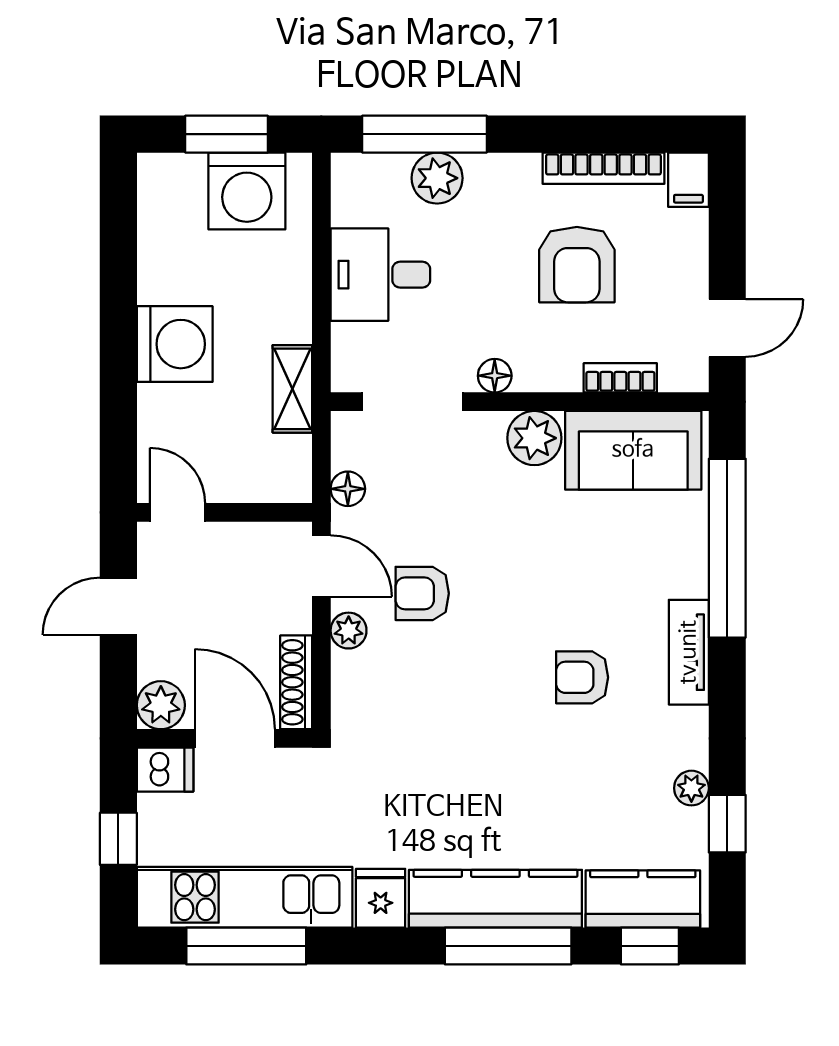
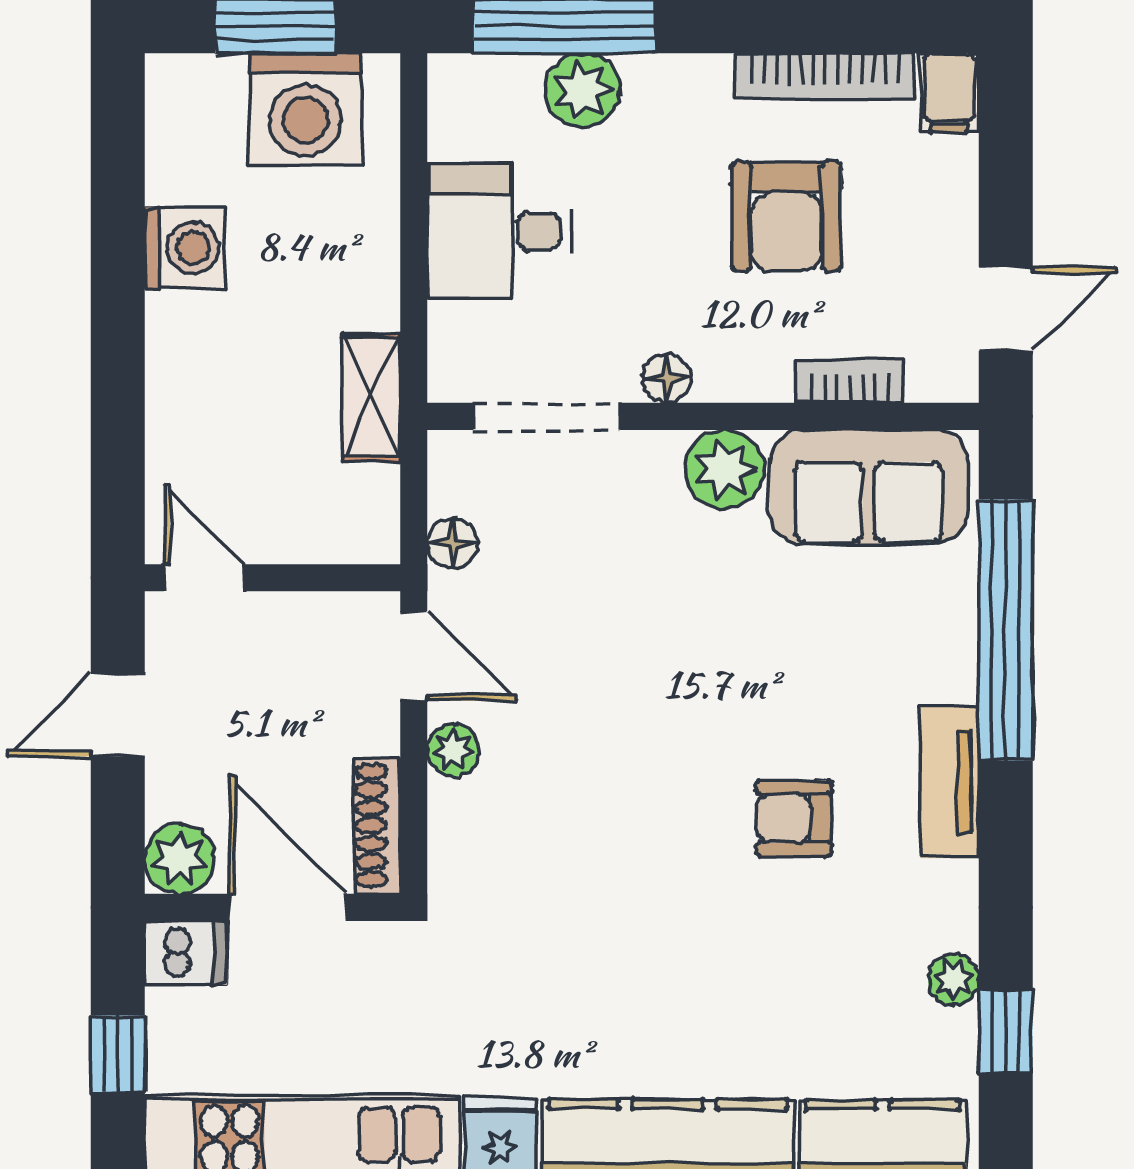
washing machine: (175, 344) -> (185, 248), moved, width x0.73, depth x0.73
armchair: (422, 593) -> (561, 696), removed

